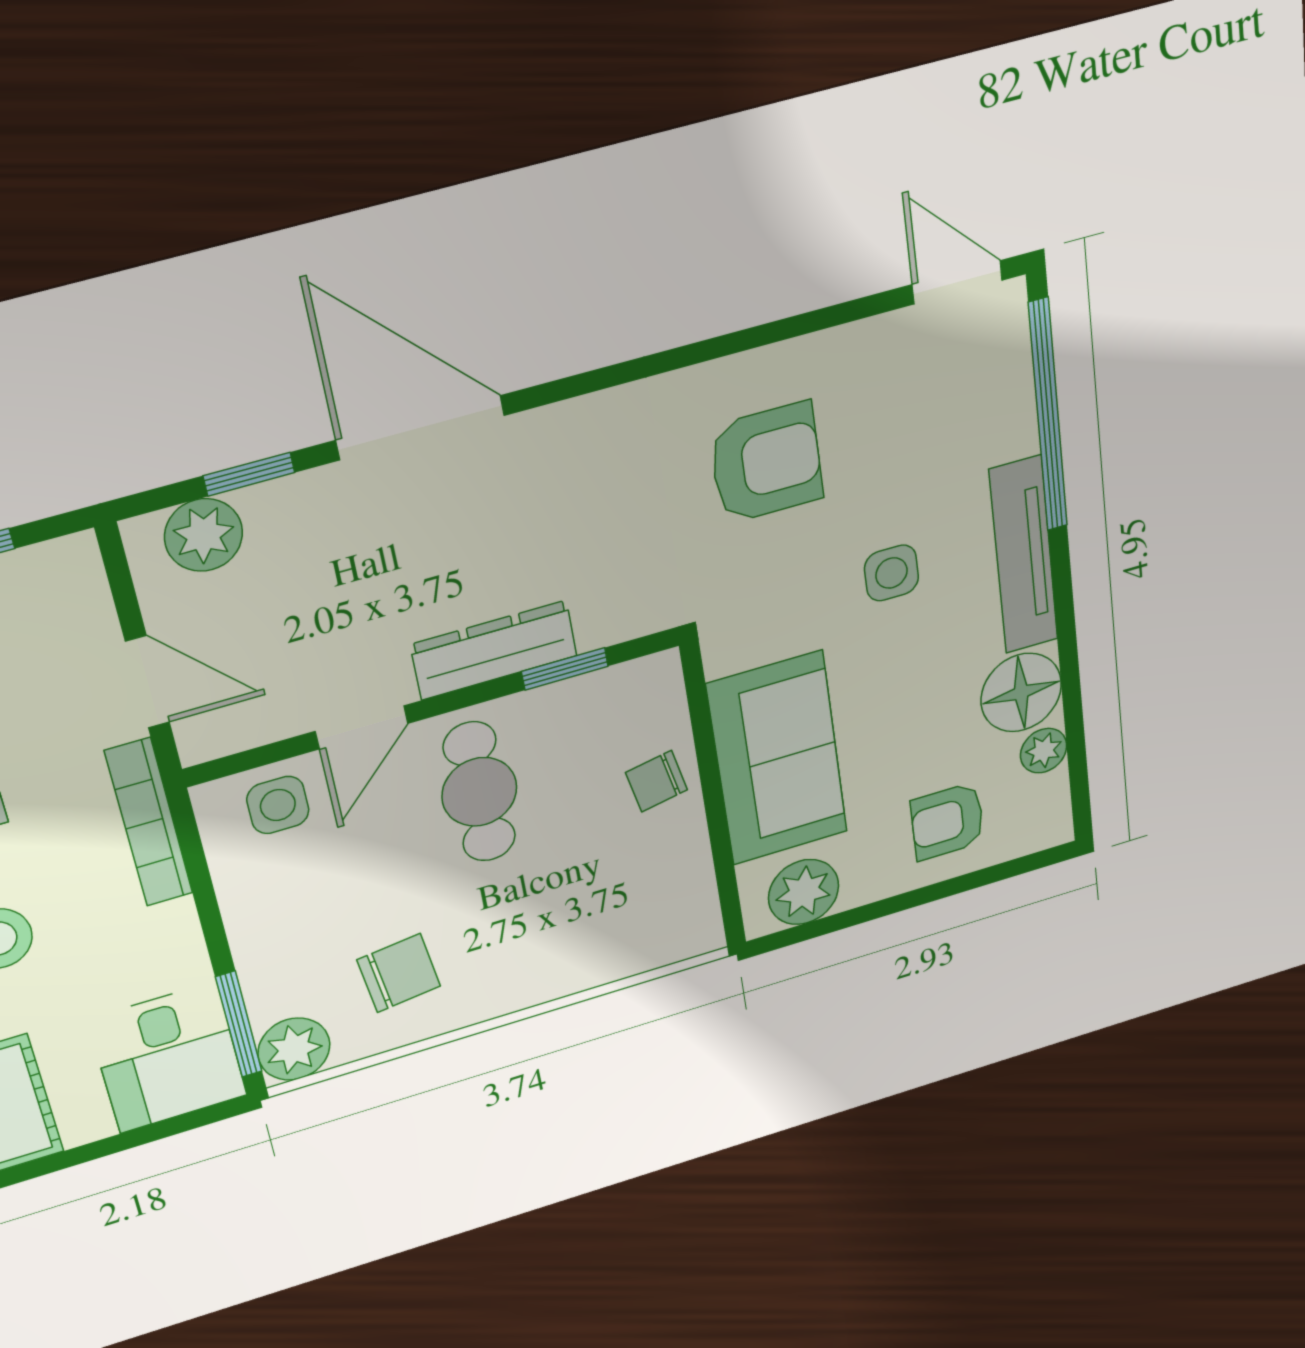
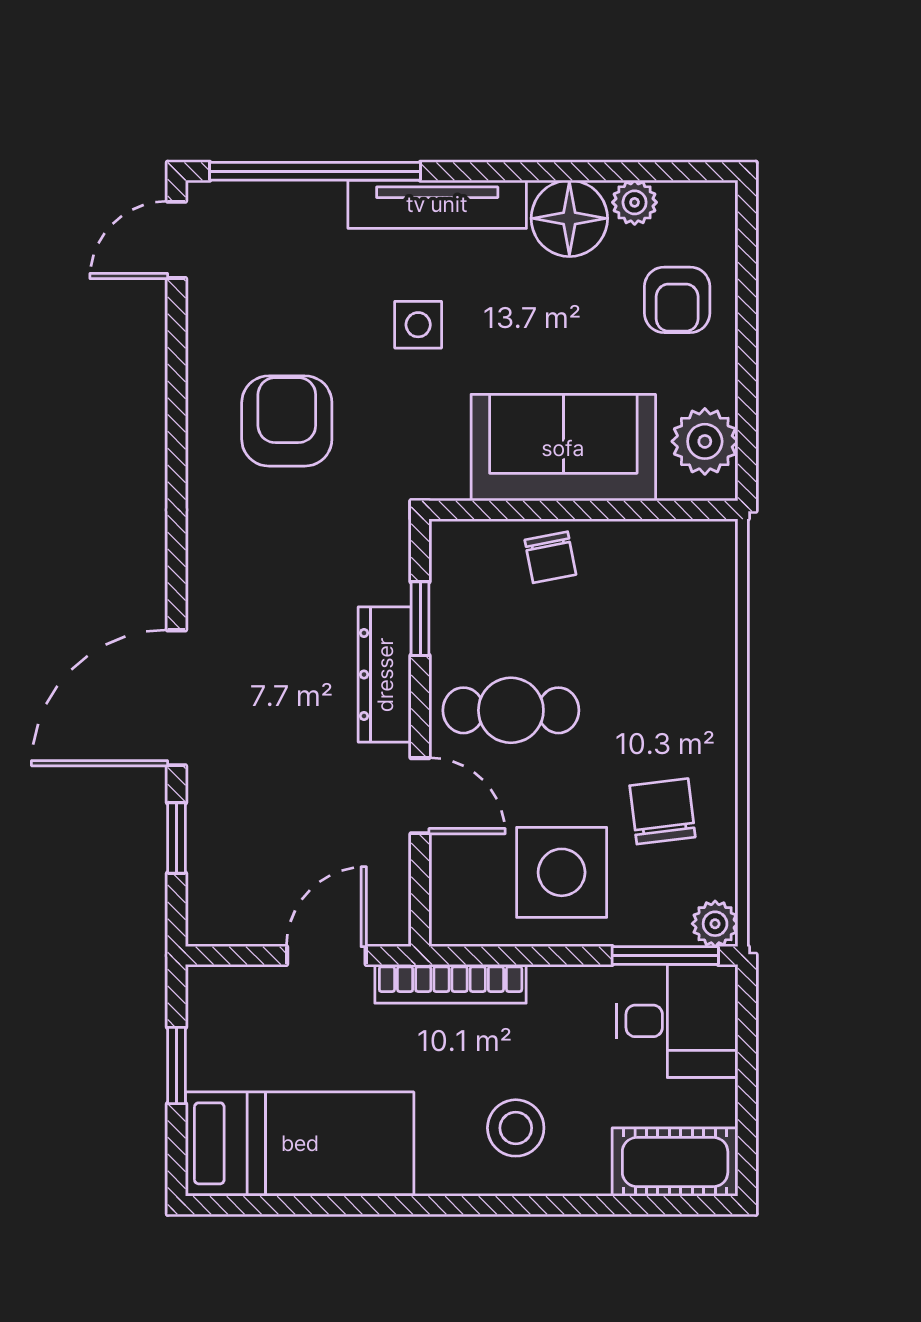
plant: (204, 535) -> (216, 884), removed
side table: (278, 805) -> (562, 872), moved, width x1.87, depth x1.87
plant: (294, 1049) -> (715, 924), width x0.73, depth x0.73

